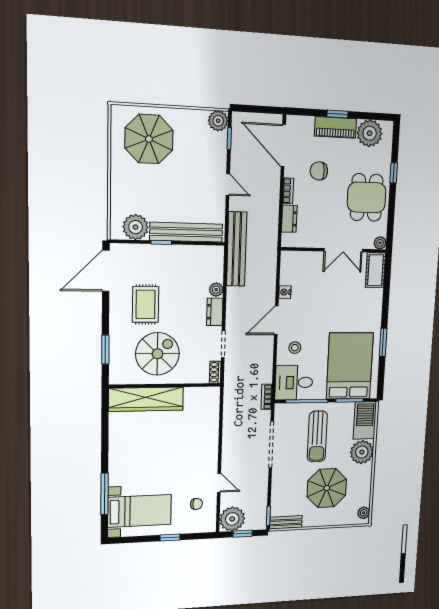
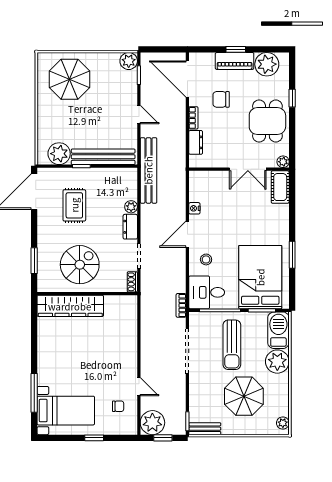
rug: (146, 304) -> (74, 205), moved

